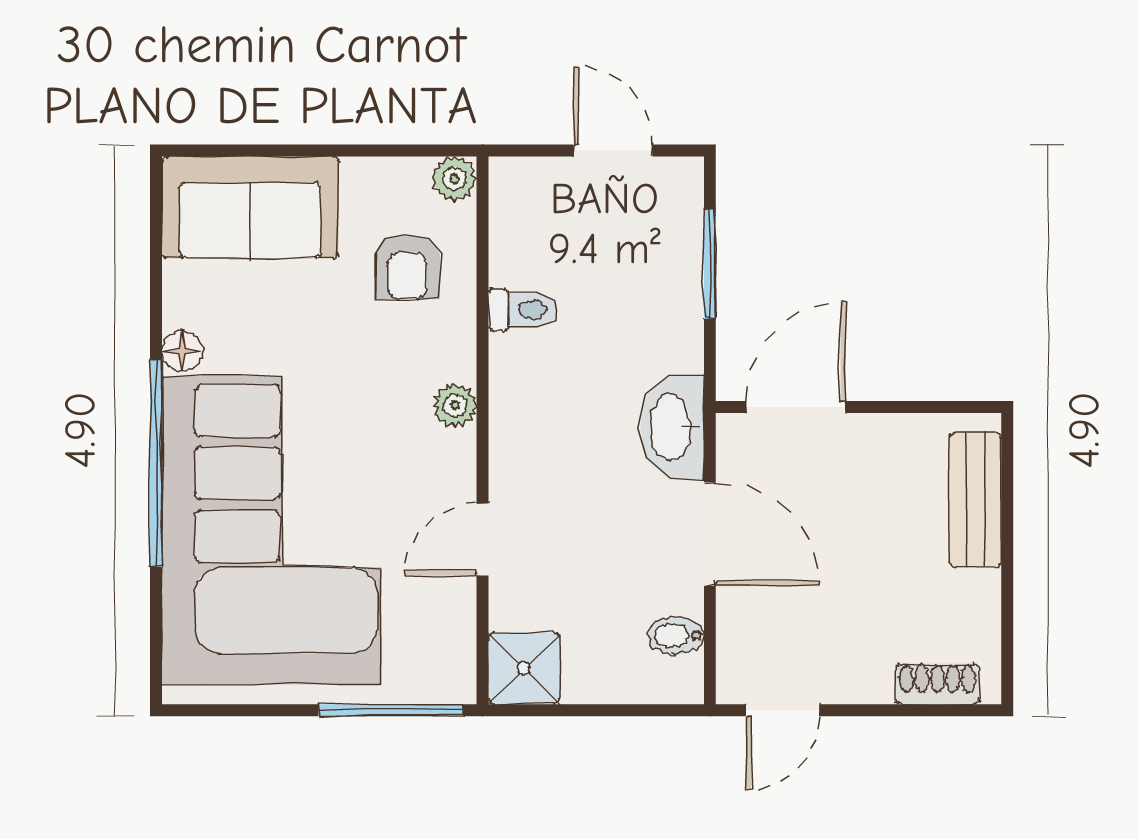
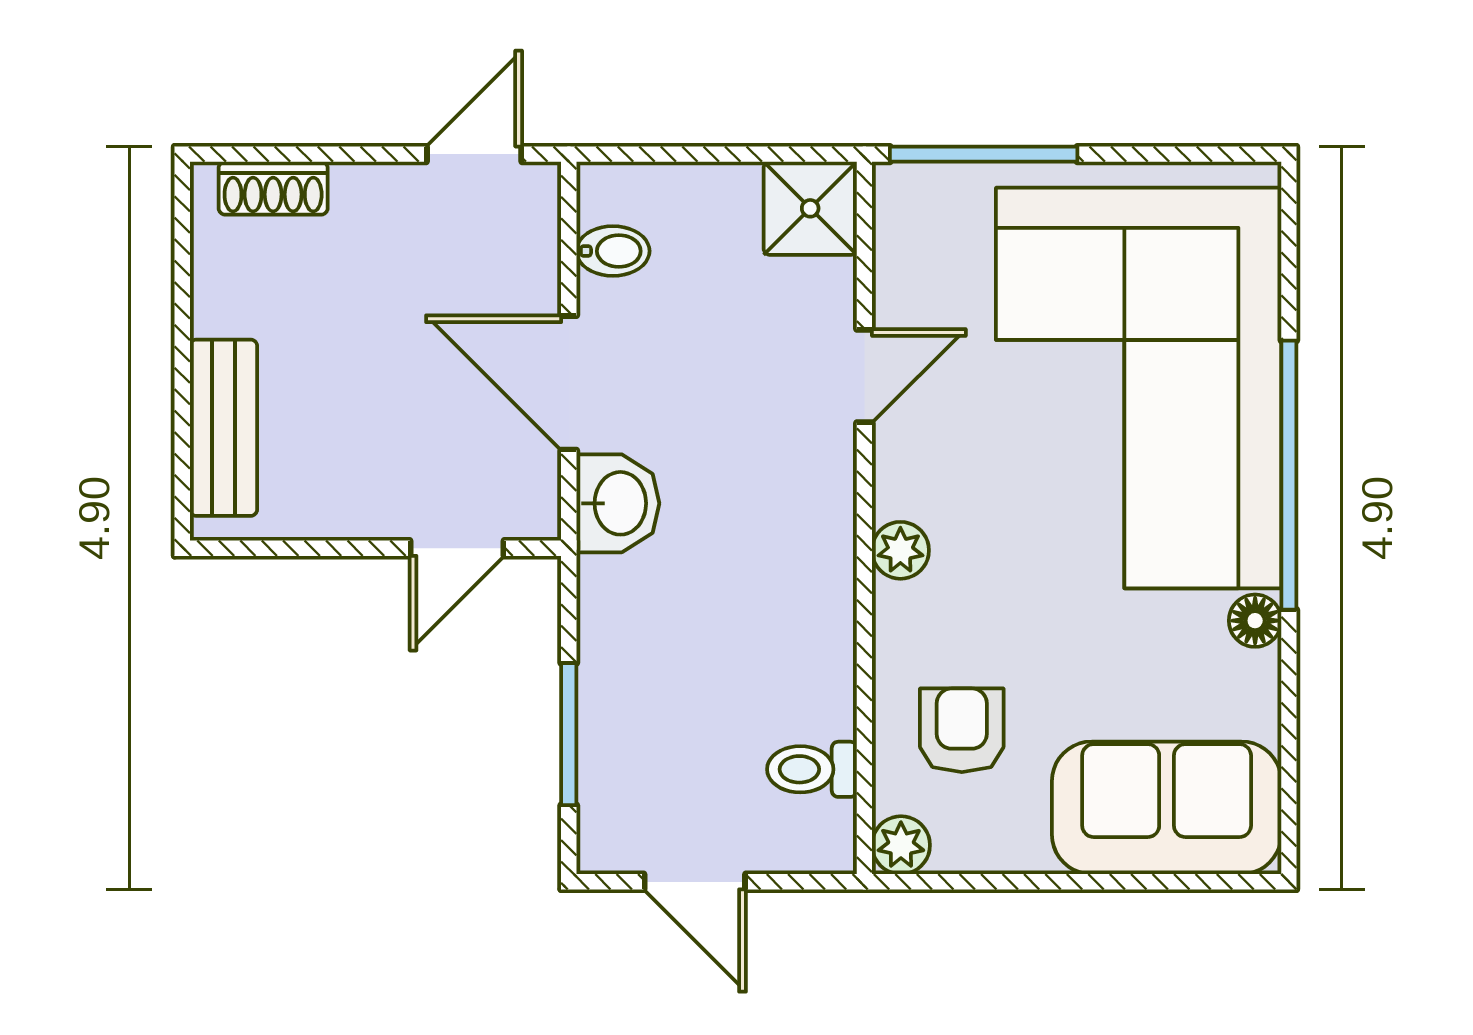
toilet: (523, 310) -> (812, 769), moved
door: (796, 407) -> (457, 548), width x0.73
washbasin: (672, 427) -> (618, 503), width x0.72

